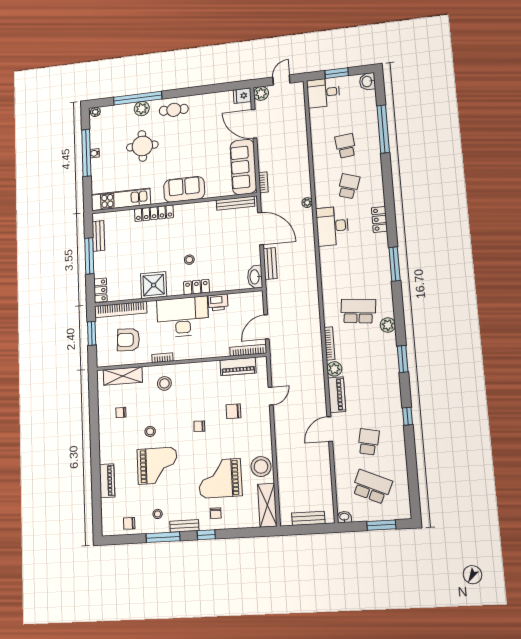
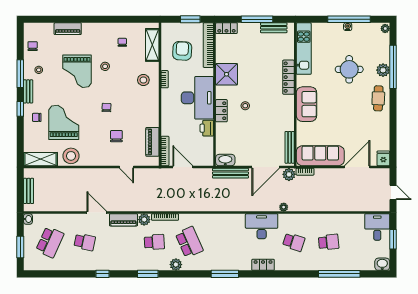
plant: (261, 93) -> (289, 174), moved
bench: (270, 264) -> (230, 173), width x1.36
school desk: (358, 311) -> (189, 242), turned -30
school desk: (362, 354) -> (154, 242), added

